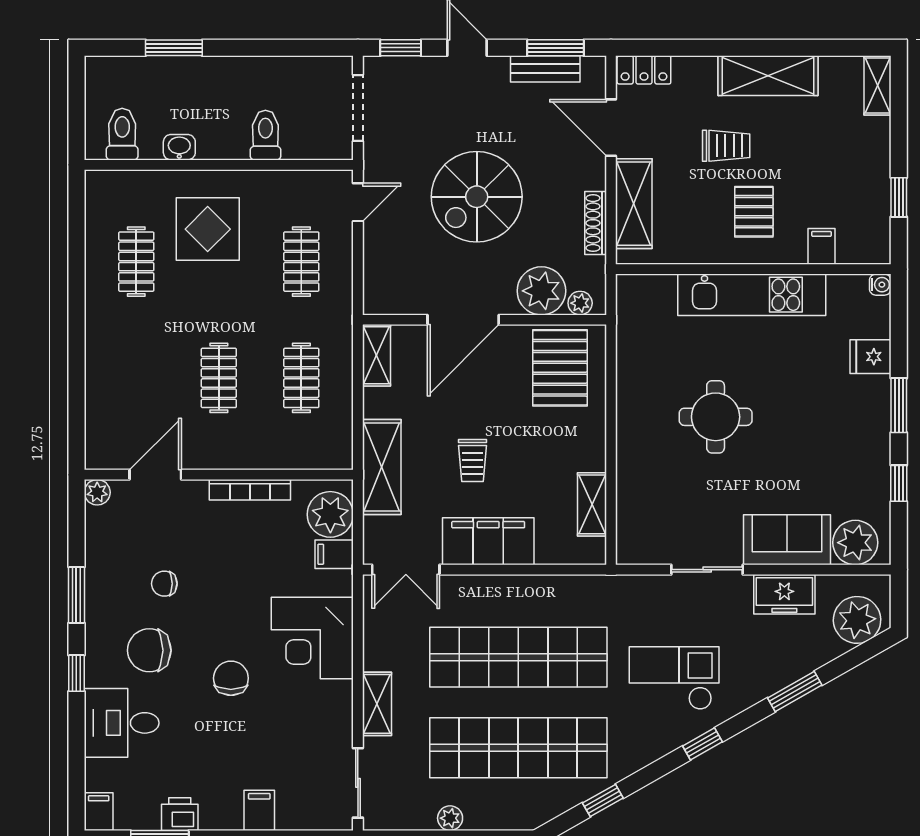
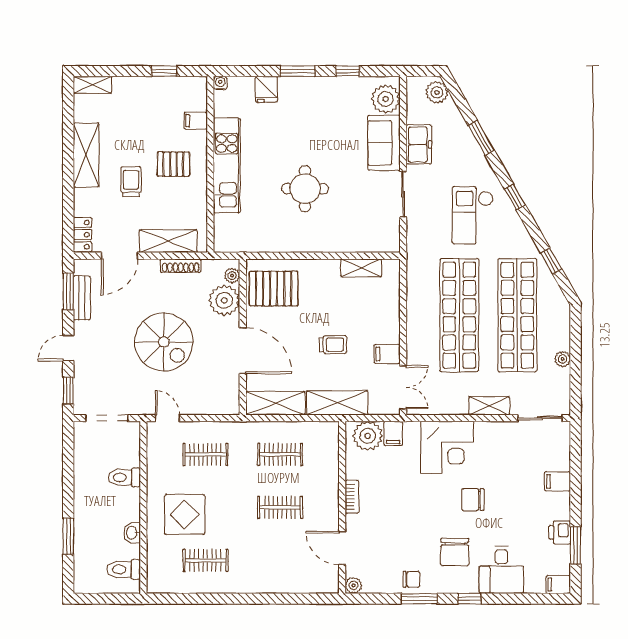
shelving: (377, 355) -> (275, 403), width x1.50, depth x1.33
bookcase: (250, 490) -> (352, 497), width x0.64
filing cabinet: (488, 541) -> (387, 354), width x0.33, depth x0.86
chair: (164, 584) -> (411, 579), moved, turned -90
plant: (857, 620) -> (437, 92), width x0.73, depth x0.73

